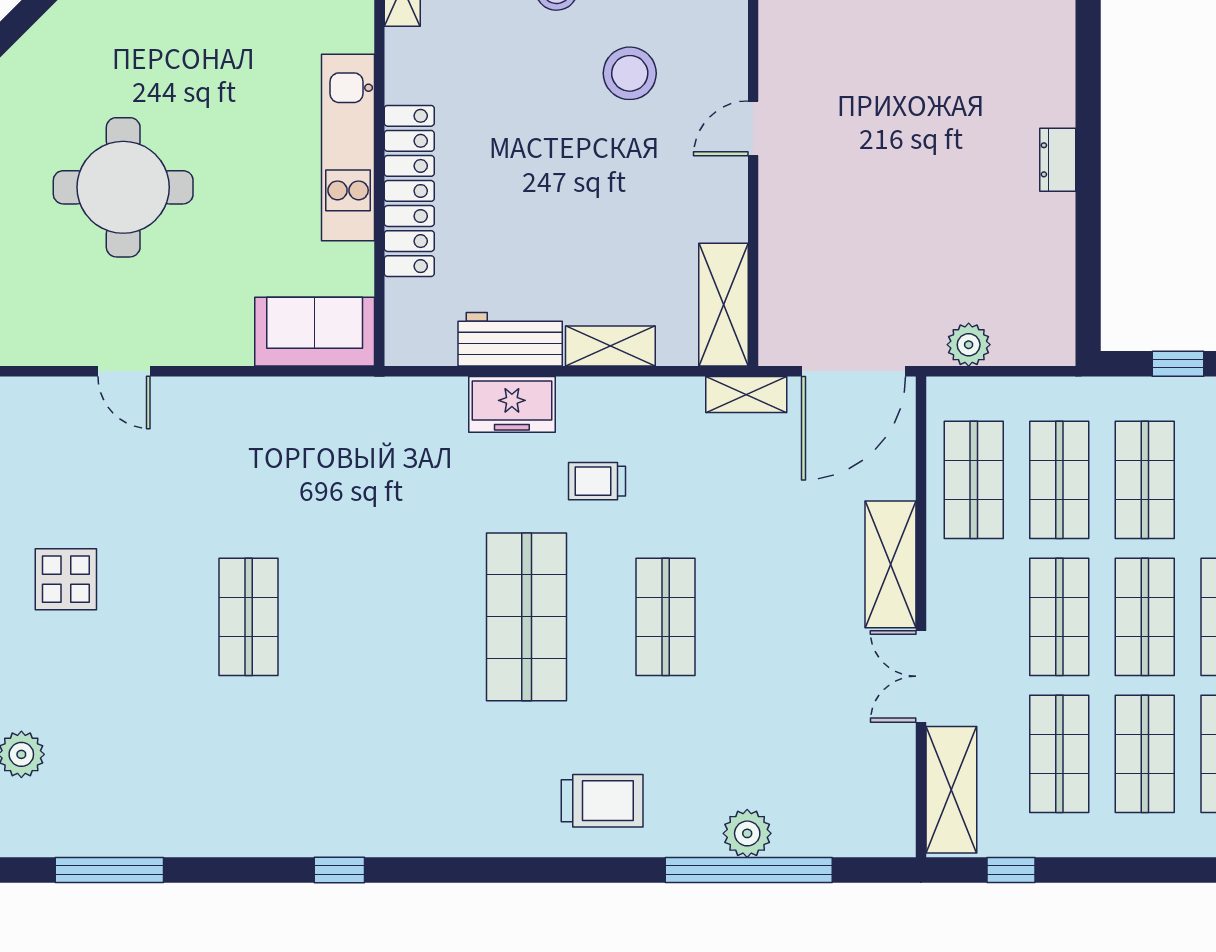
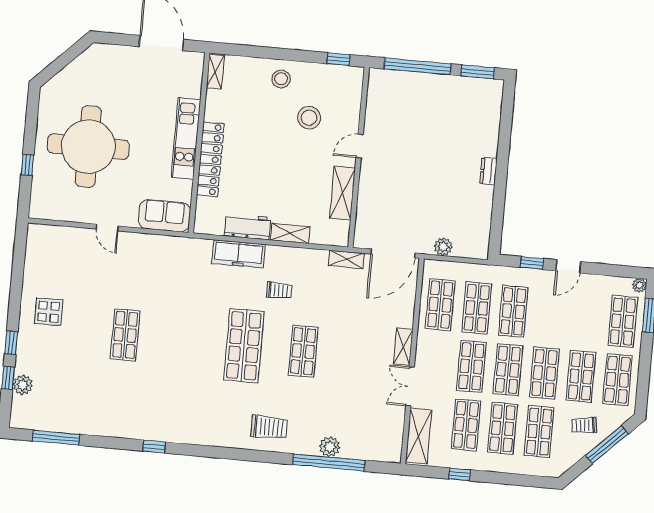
round table: (123, 187) -> (88, 147), width x1.36, depth x1.36
shelving: (723, 305) -> (343, 193), moved
door: (124, 371) -> (107, 228), moved
freezer: (512, 404) -> (239, 254), width x1.40
trolley: (597, 481) -> (279, 291), turned 180
shelving: (891, 564) -> (403, 347), width x0.67, depth x0.75
window: (1011, 870) -> (459, 474), moved

